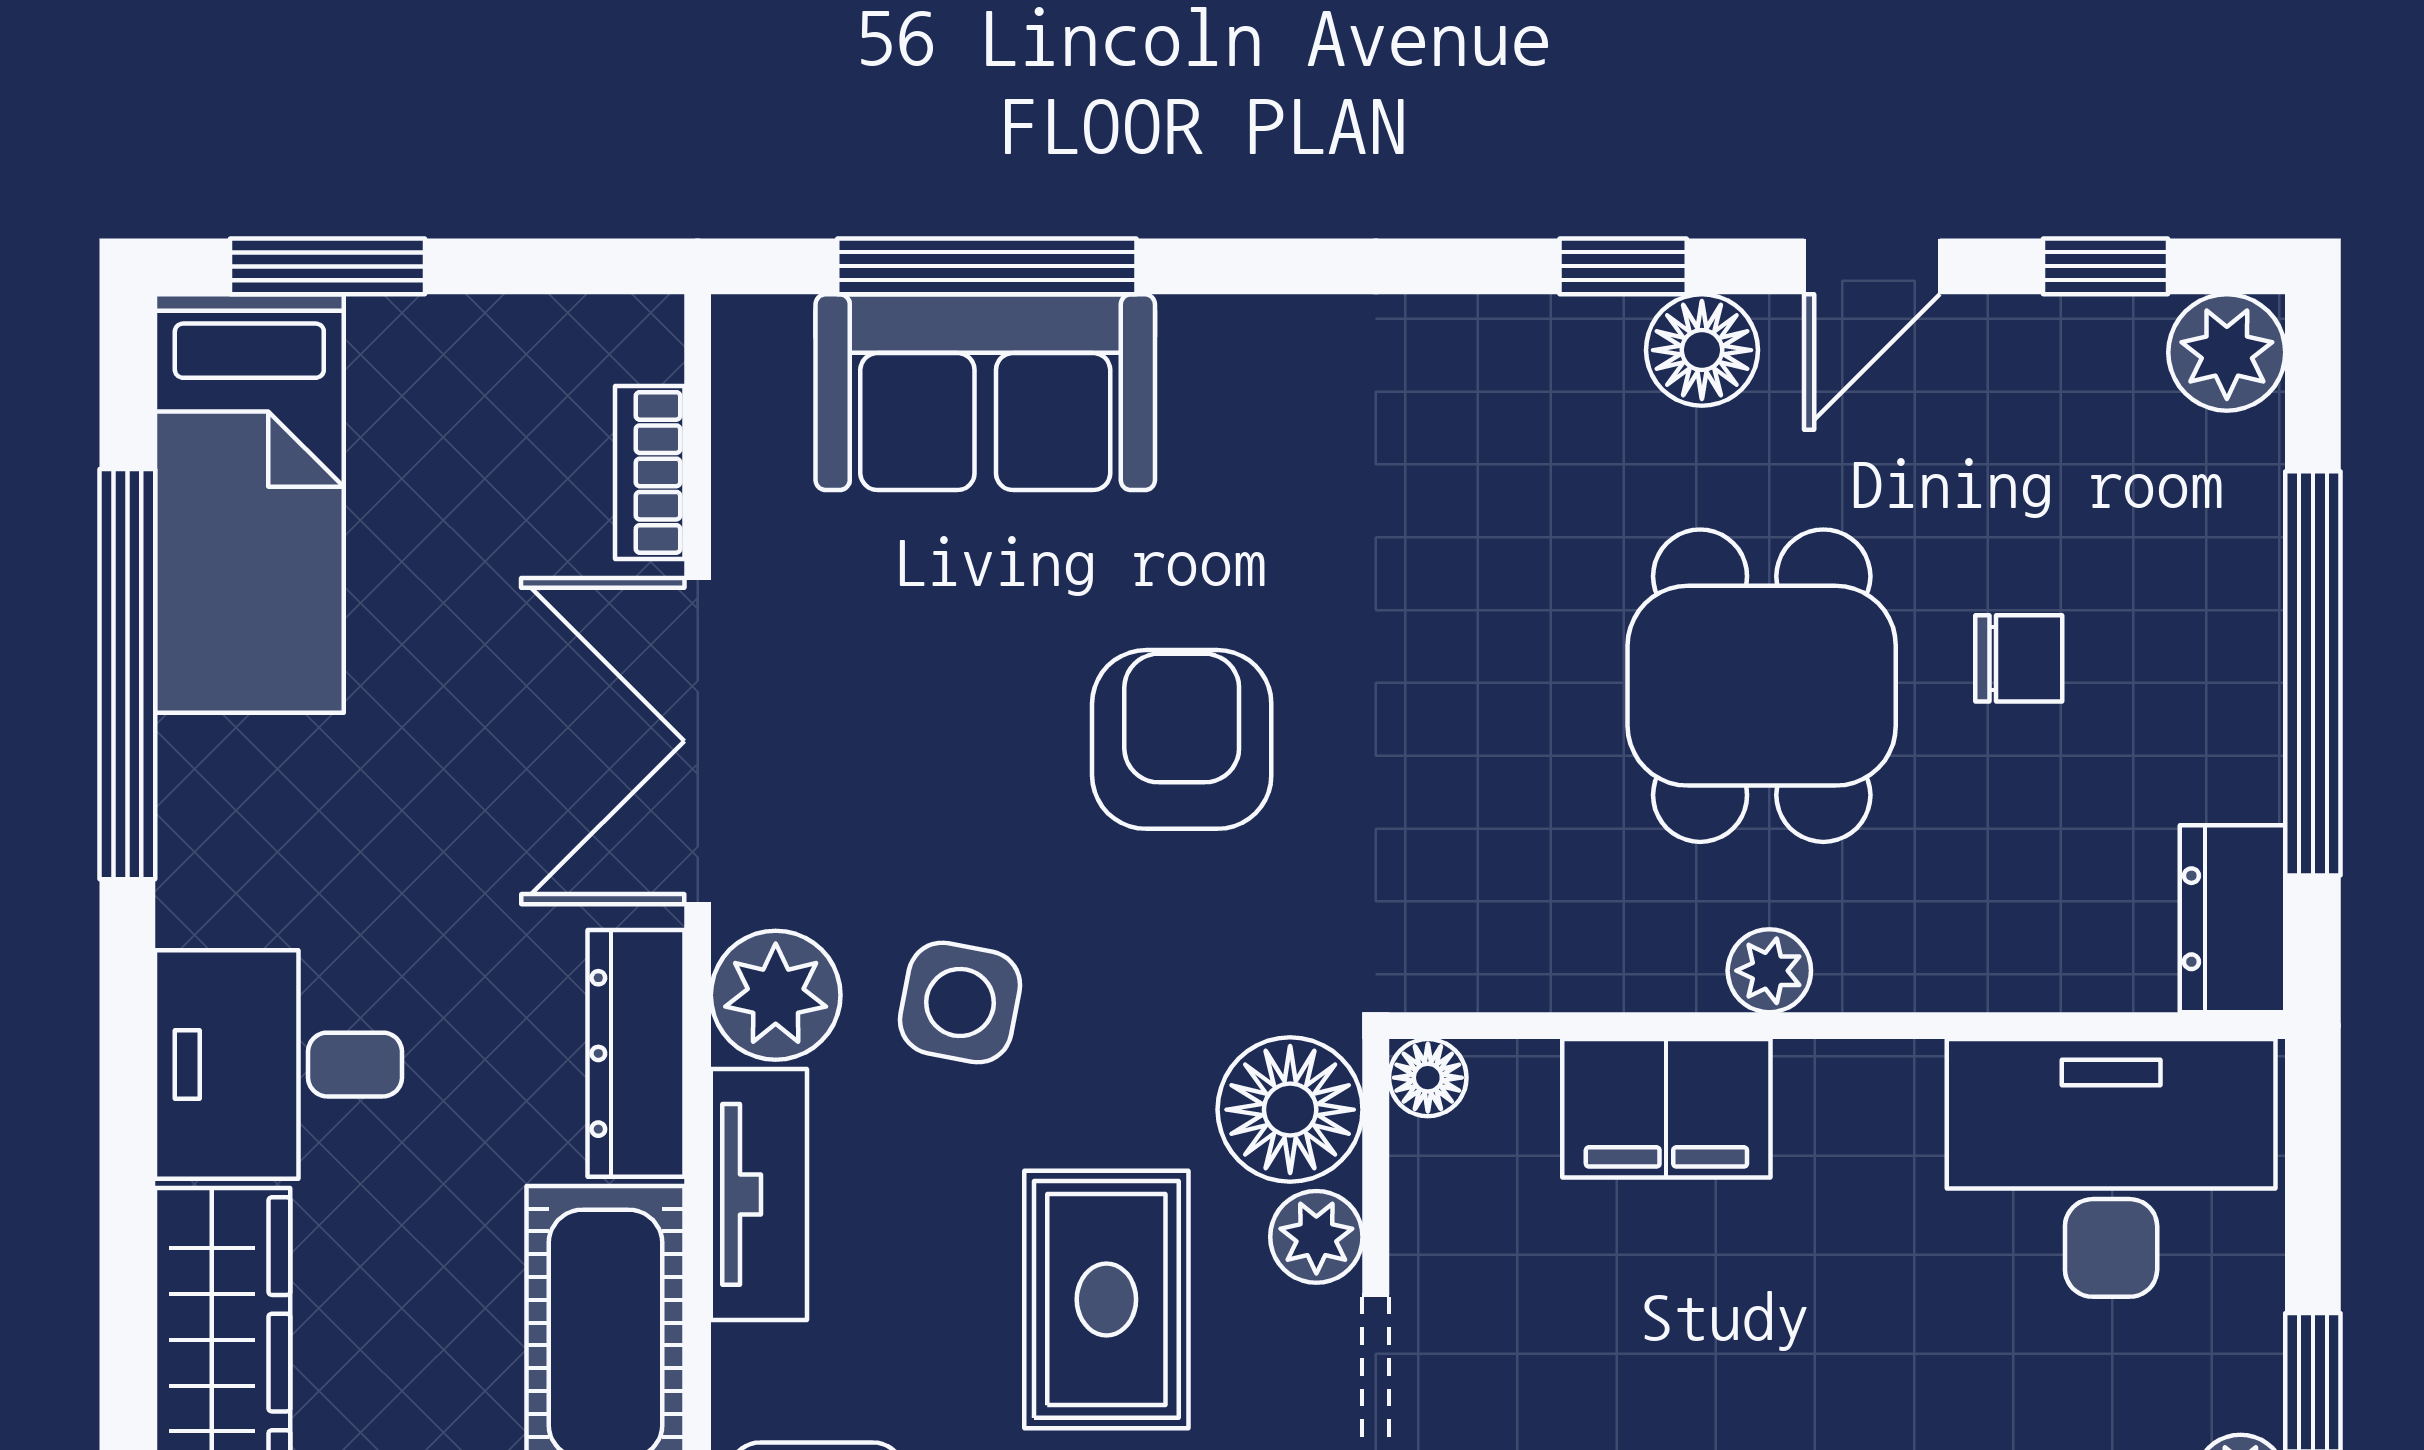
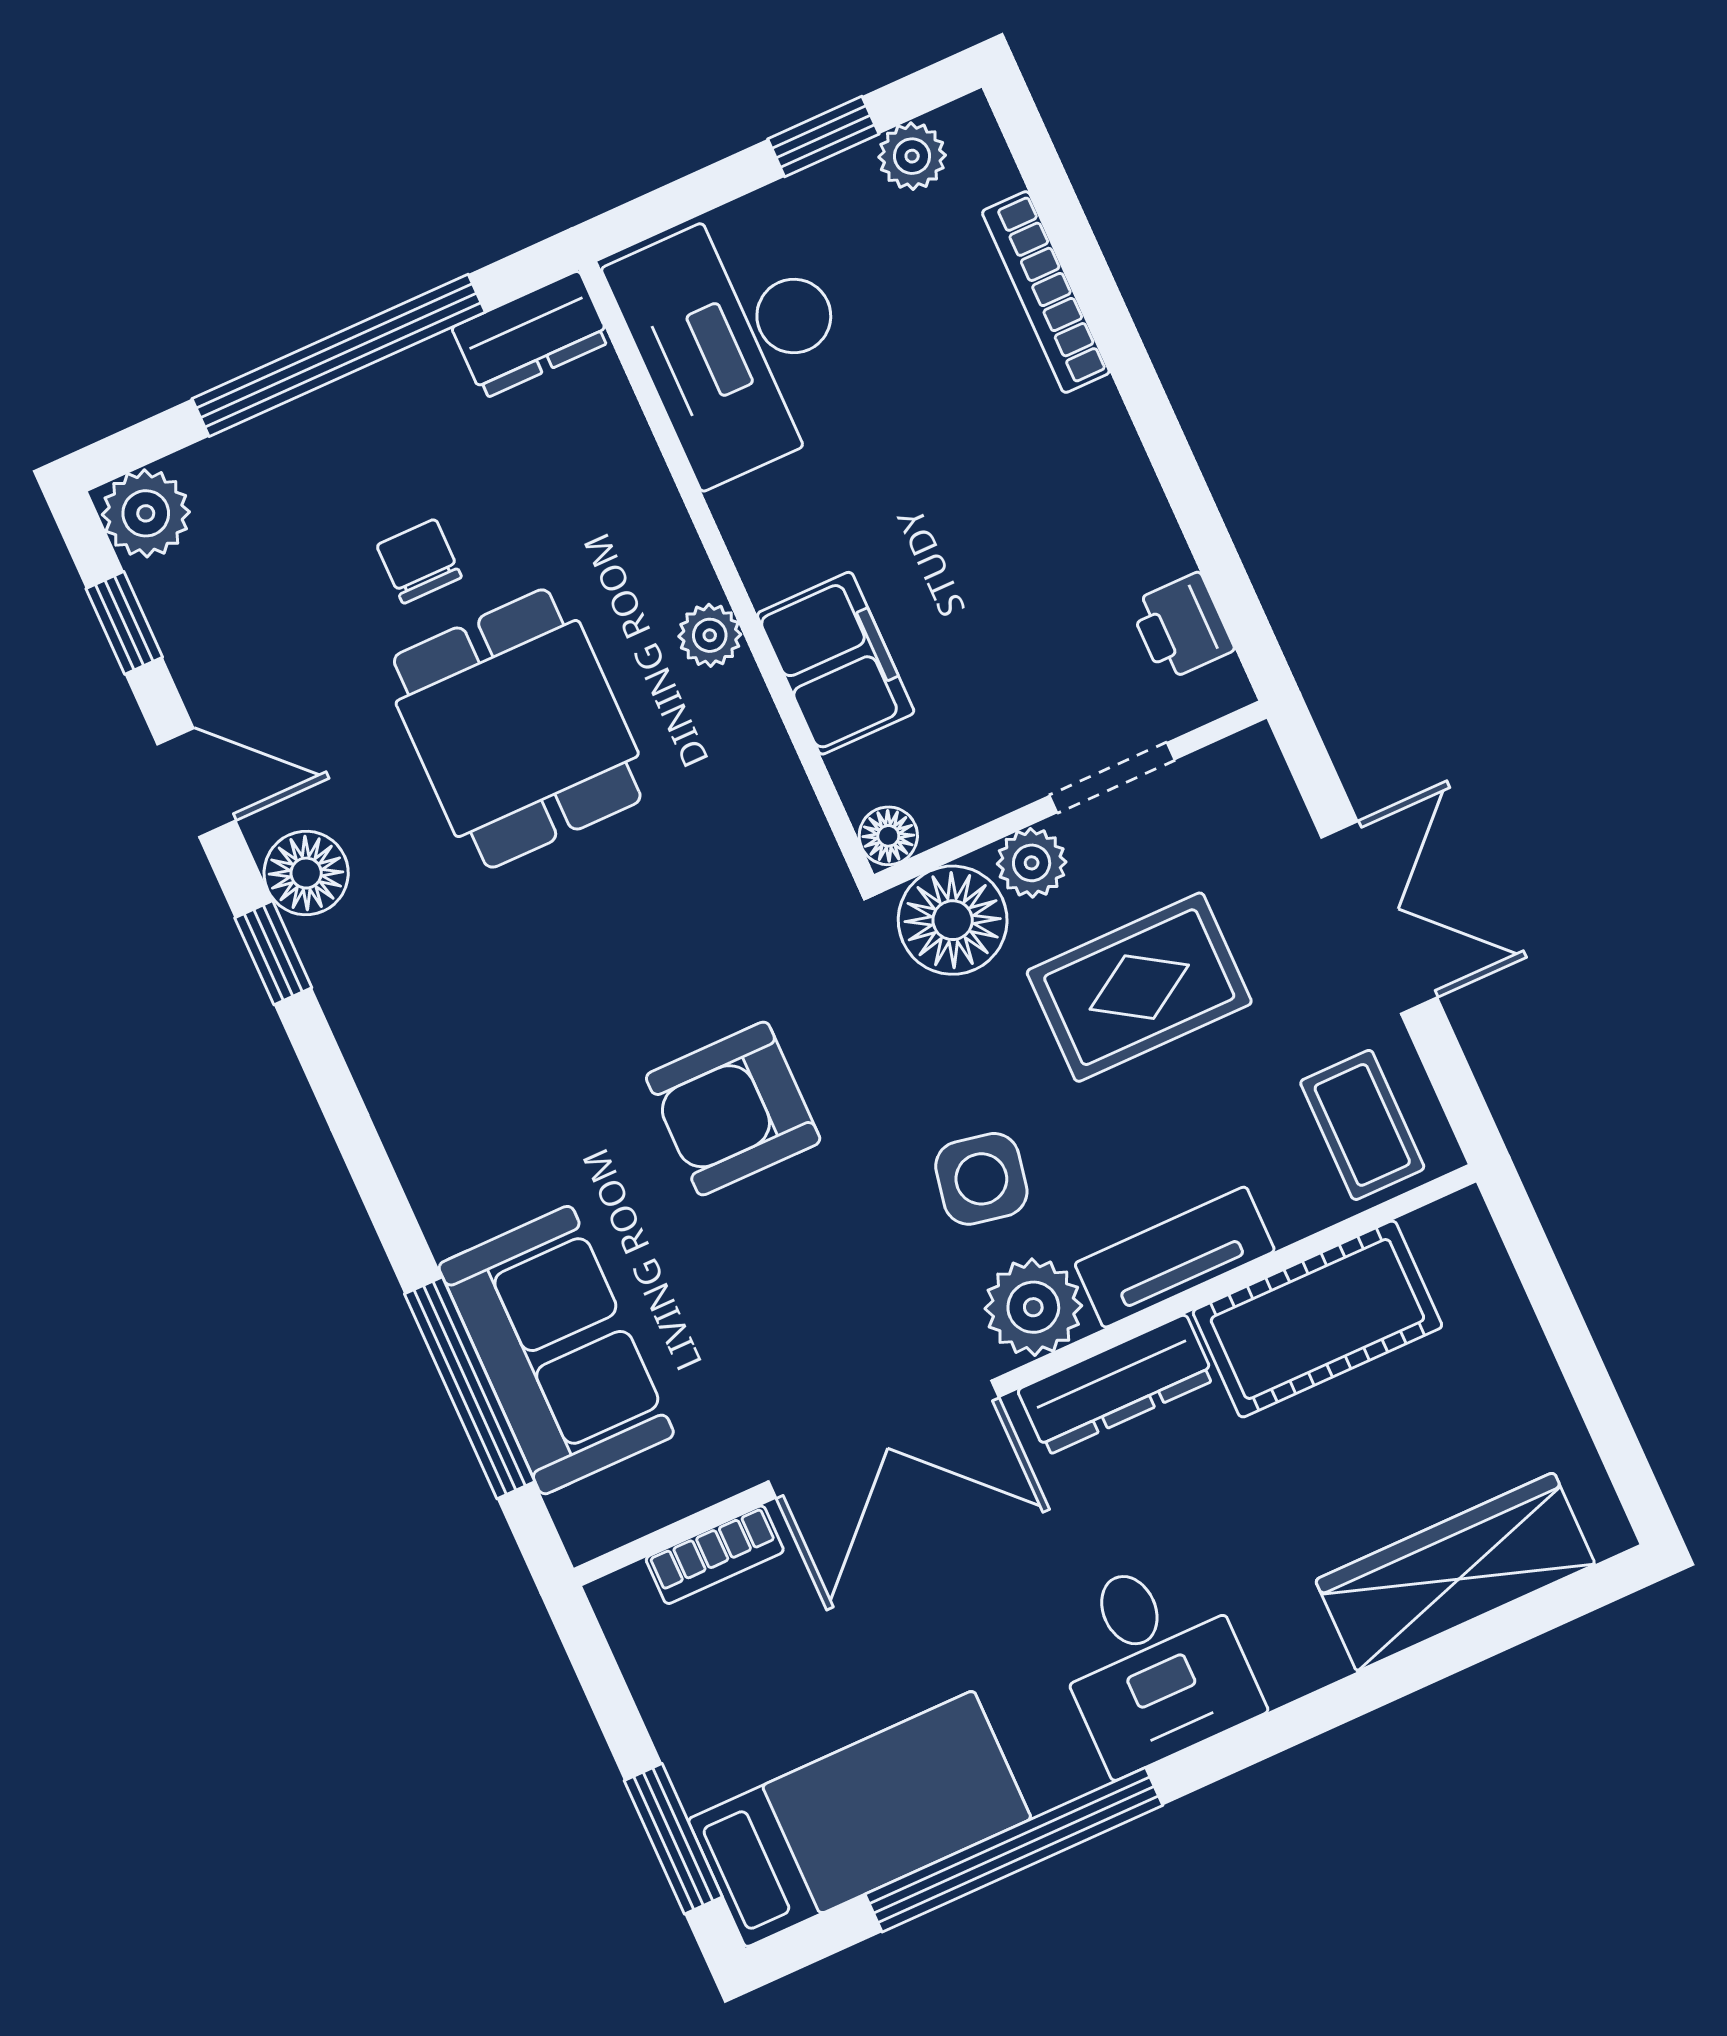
dining table: (1762, 686) -> (517, 729), turned 90
desk: (279, 1065) -> (1153, 1662), moved

